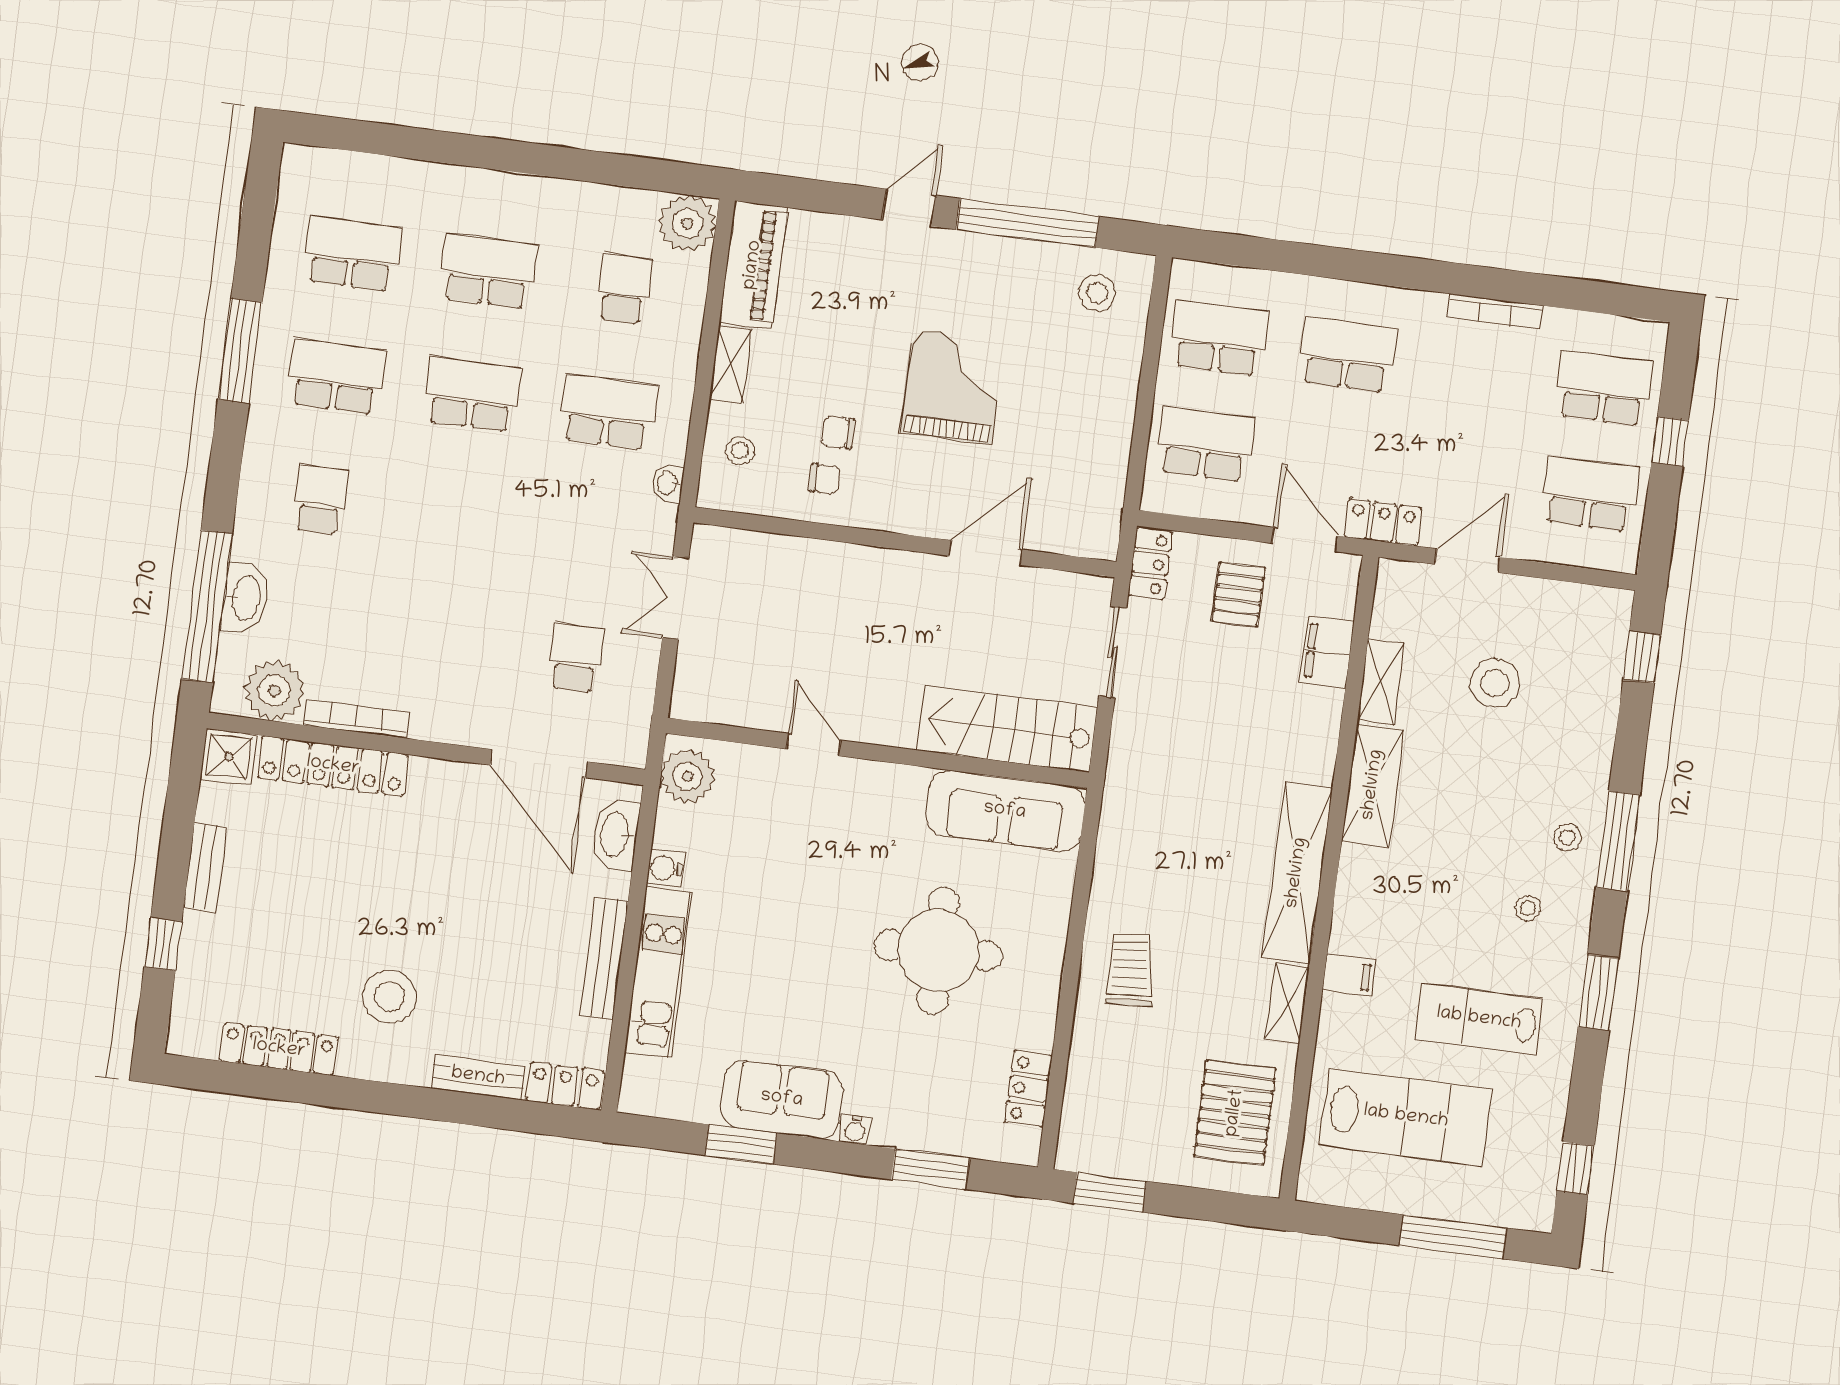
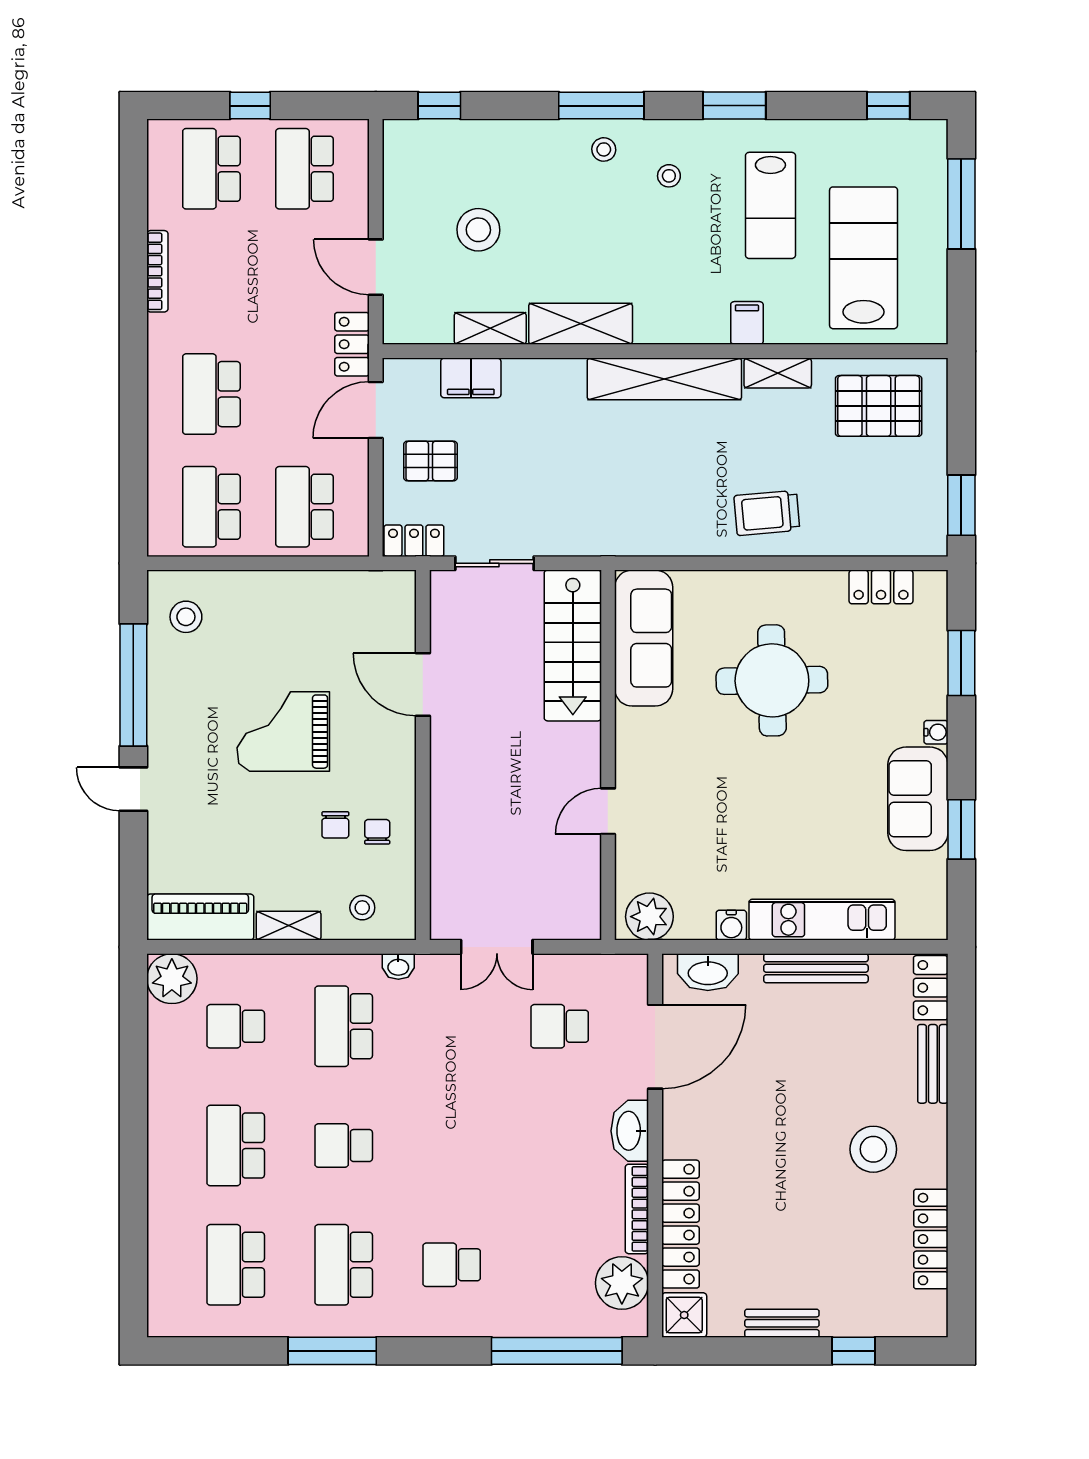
school desk: (472, 394) -> (344, 1146), width x0.54
washbasin: (245, 598) -> (630, 1131), moved, turned -90

